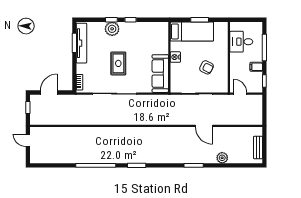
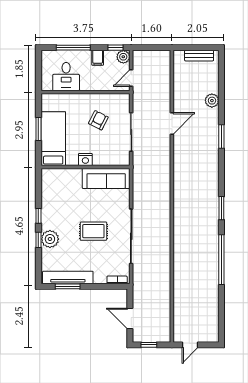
plant: (257, 87) -> (123, 57), added

